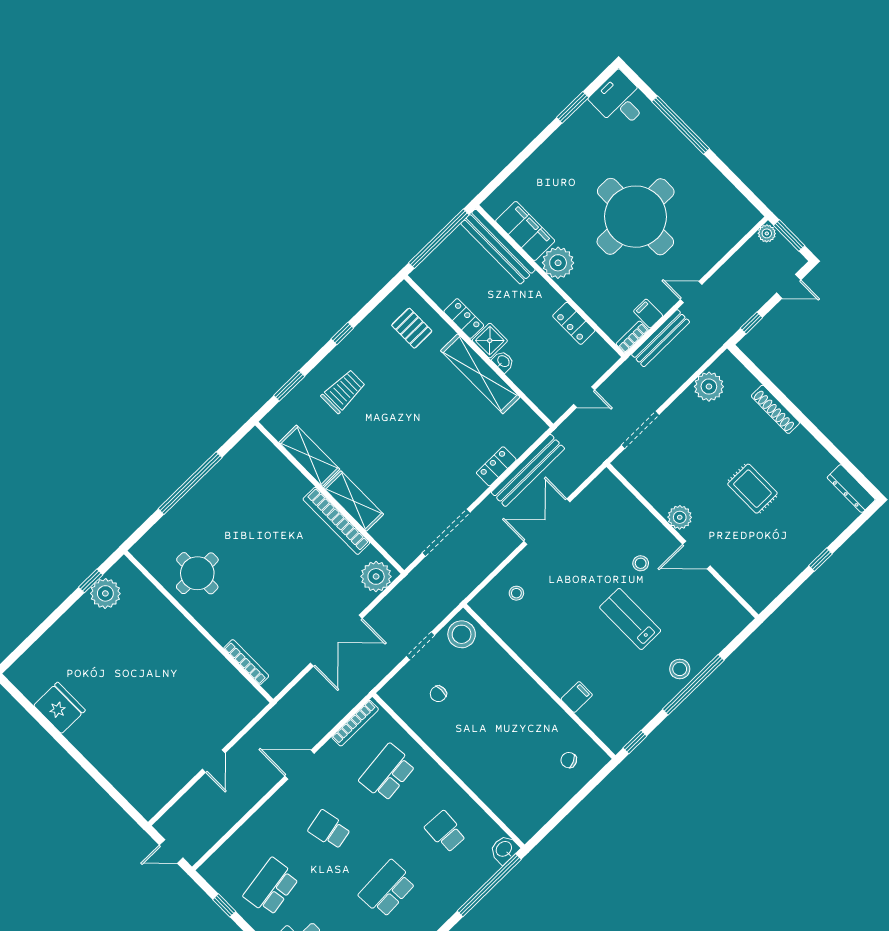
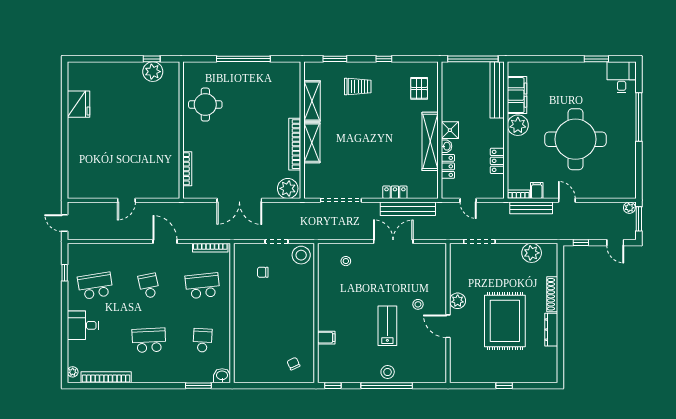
locker: (464, 319) -> (448, 166), moved
rug: (752, 489) -> (505, 321), width x1.86, depth x2.06
dresser: (851, 489) -> (551, 330), moved
window: (489, 885) -> (198, 386), width x0.47

